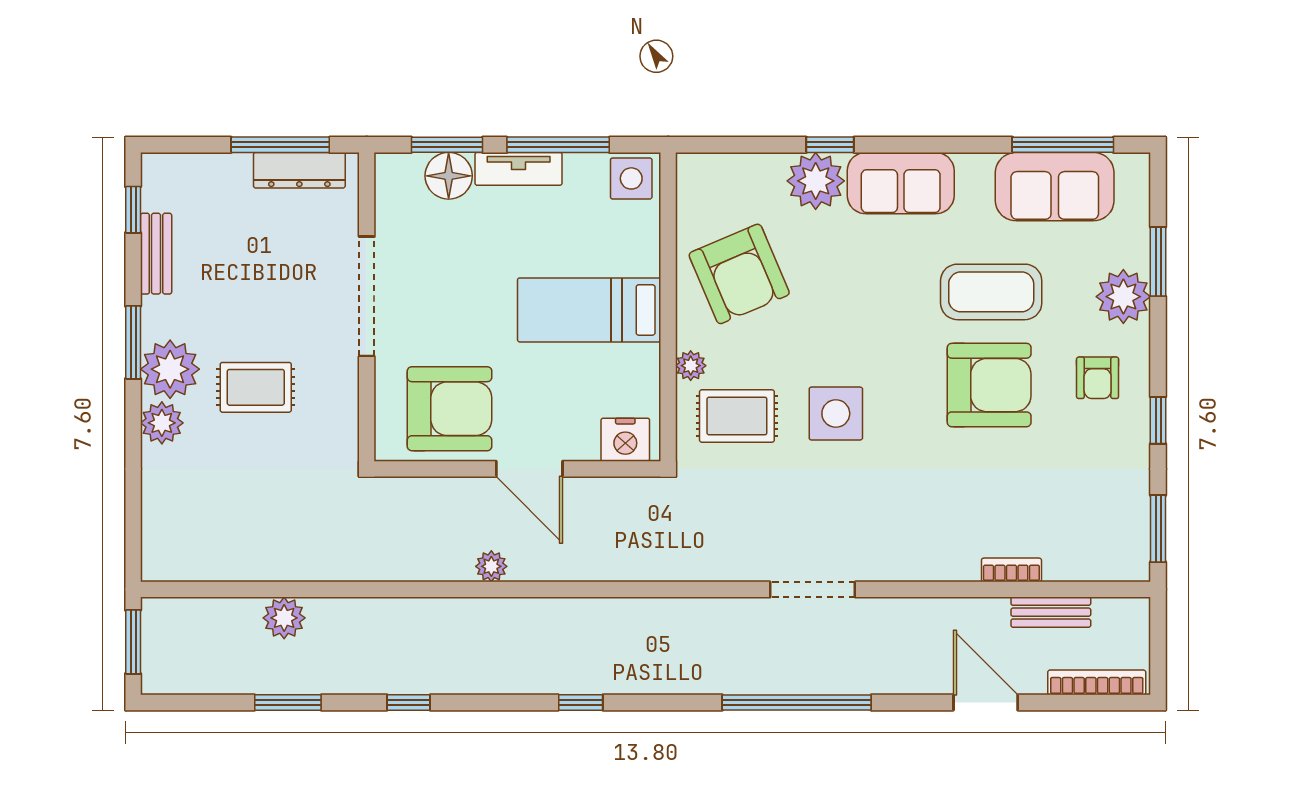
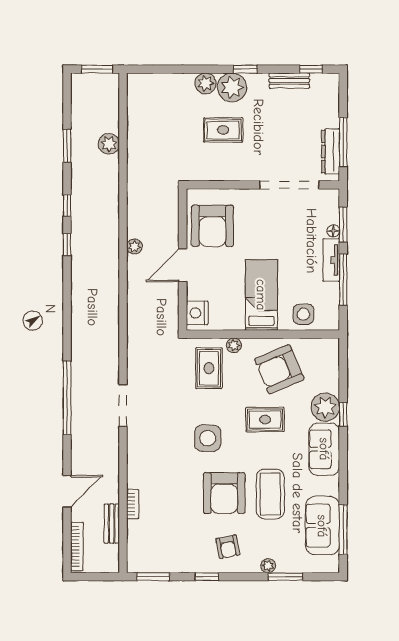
floor lamp: (449, 176) -> (333, 231), width x0.53, depth x0.53
side table: (631, 178) -> (303, 314), moved
doorway: (367, 296) -> (289, 185), moved
plant: (1123, 297) -> (268, 566), width x0.53, depth x0.53
rug: (841, 303) -> (265, 420), added
window: (133, 342) -> (245, 69), width x0.67
armchair: (1098, 378) -> (228, 547), turned -101
rug: (256, 387) -> (223, 130), turned 90
side table: (836, 414) -> (208, 438), moved
window: (581, 702) -> (67, 245), moved

